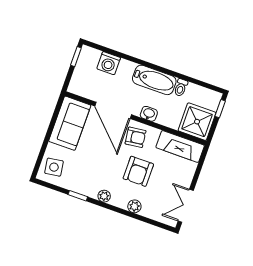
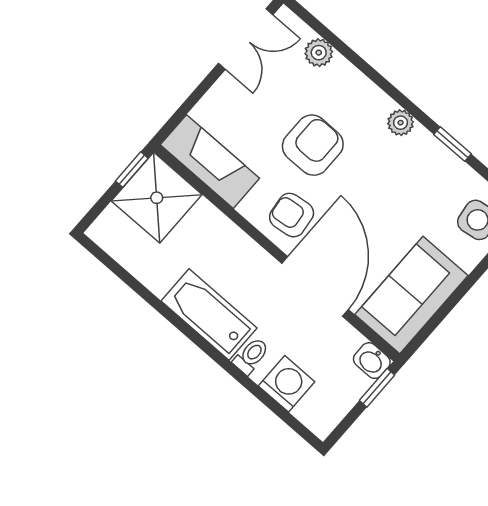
window: (76, 57) -> (377, 388), moved
toilet: (181, 88) -> (251, 356), moved
window: (220, 109) -> (132, 170), moved
washbasin: (149, 114) -> (372, 361), moved
plant: (134, 206) -> (319, 53), moved

